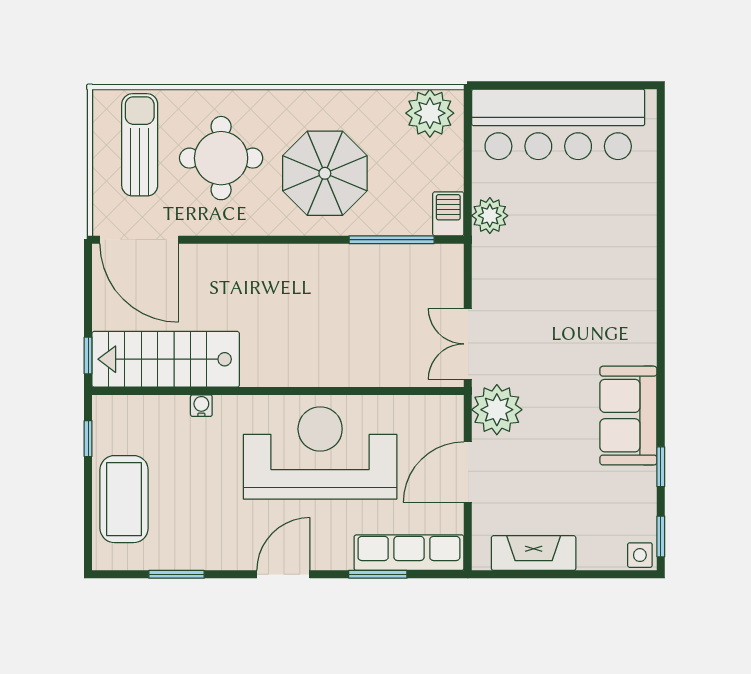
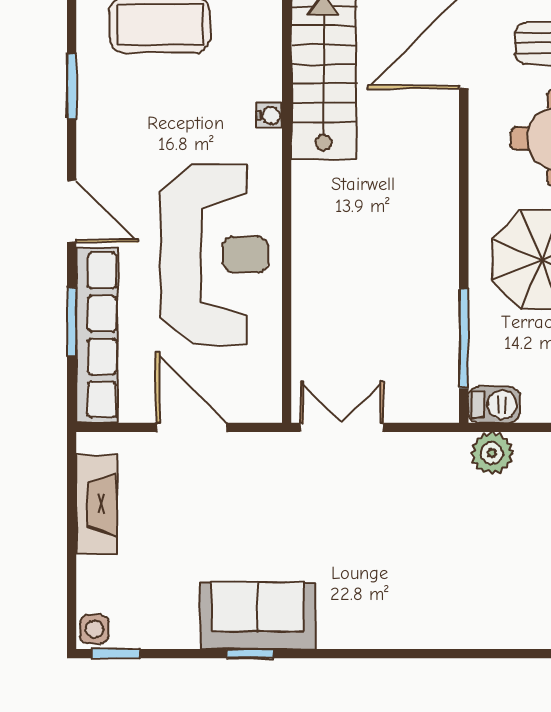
plant: (497, 410) -> (265, 461), removed
window: (661, 467) -> (250, 654), moved
row of seats: (409, 553) -> (97, 335), width x1.36

